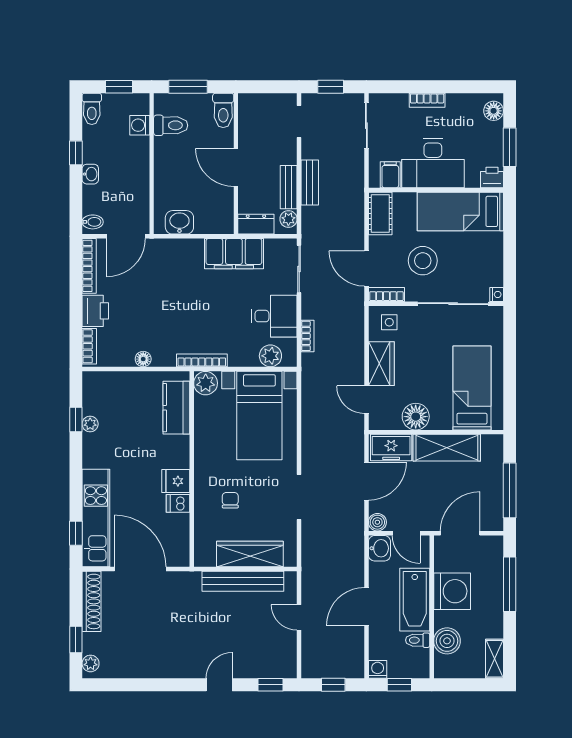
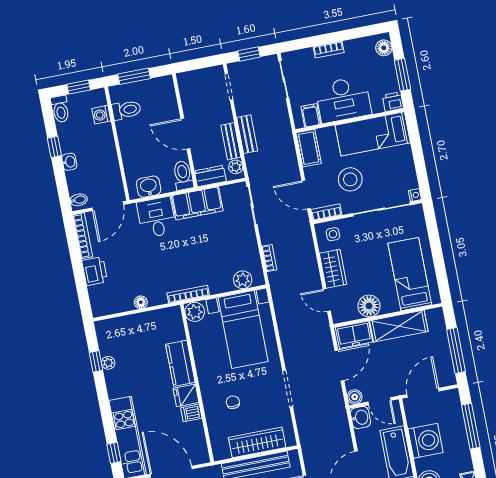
toilet: (223, 110) -> (183, 175), moved, turned 180
desk: (274, 316) -> (157, 217), moved, turned -90
bookcase: (89, 346) -> (95, 300), removed
kitchen counter: (176, 408) -> (180, 363), moved

